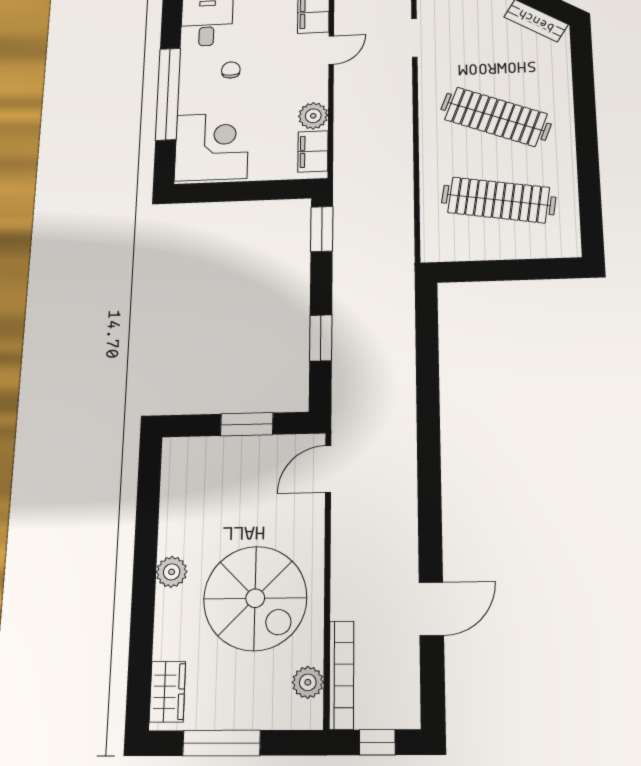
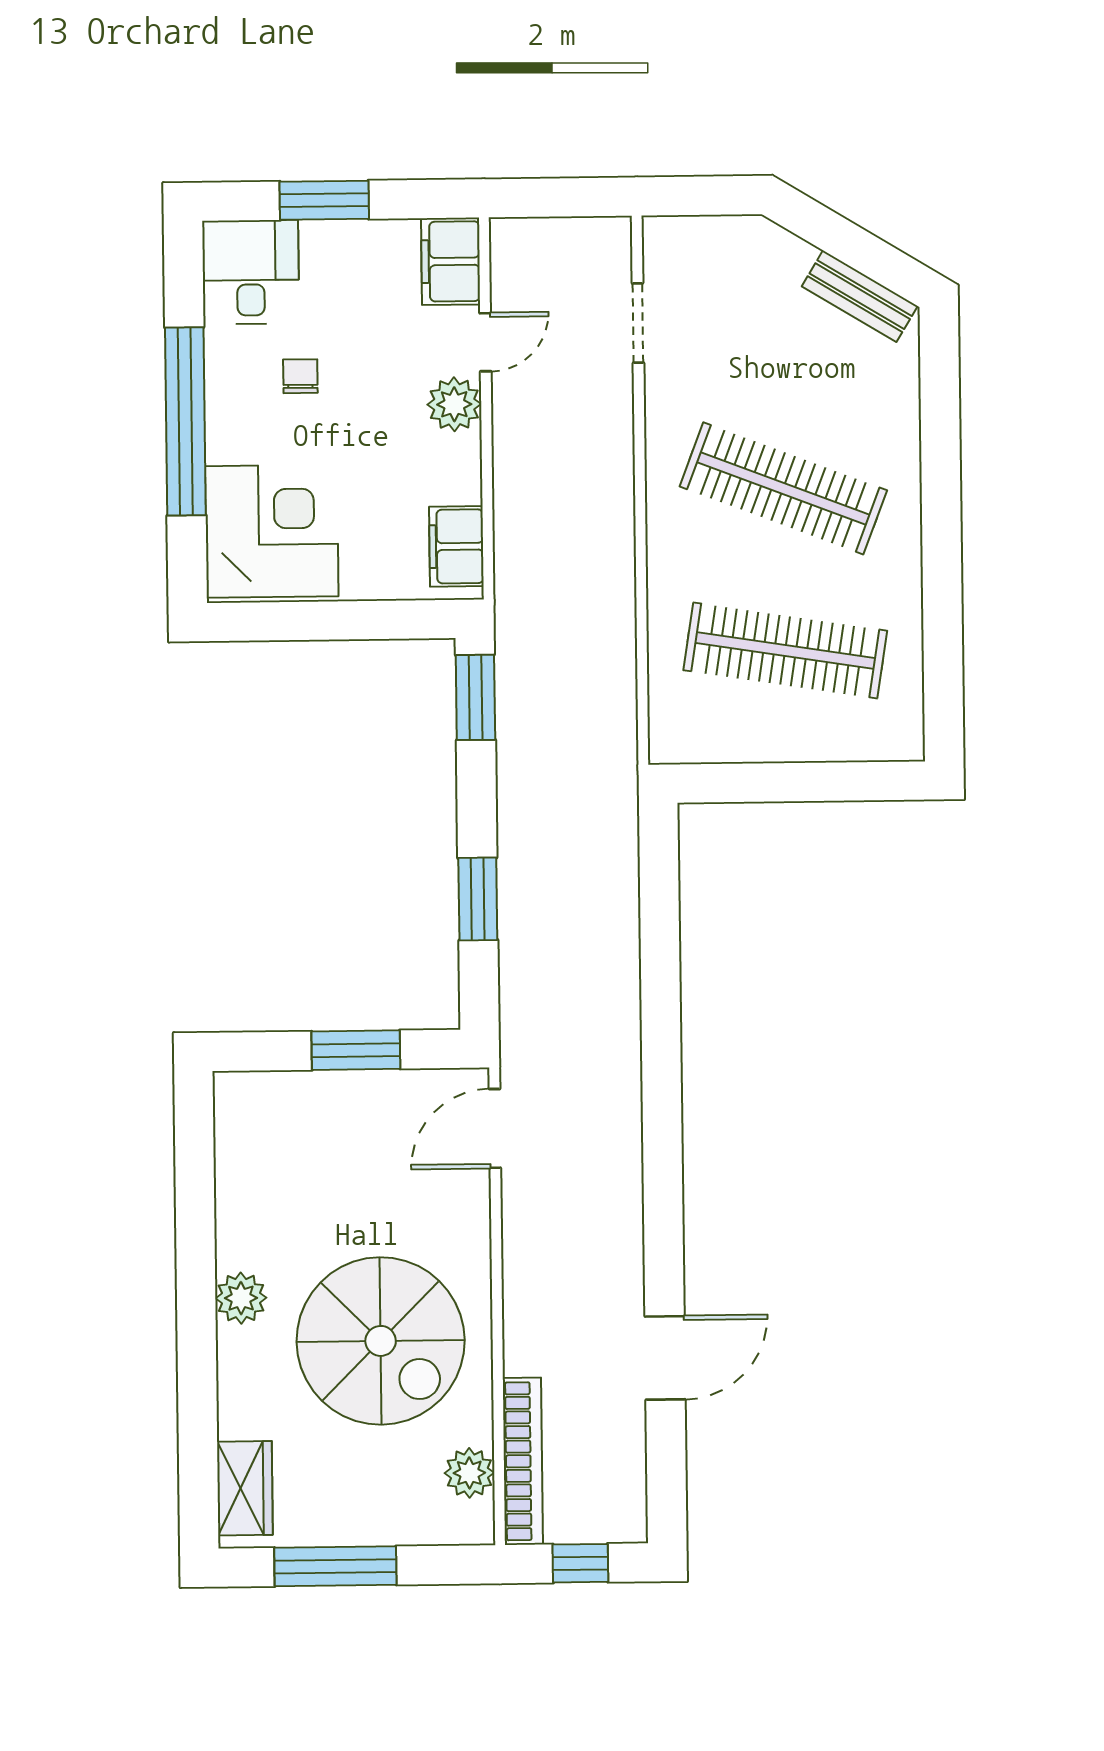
plant: (313, 116) -> (454, 404), moved

